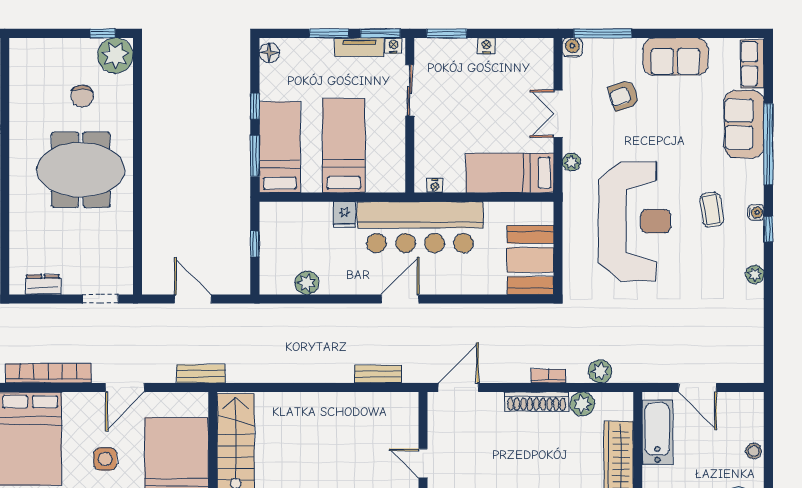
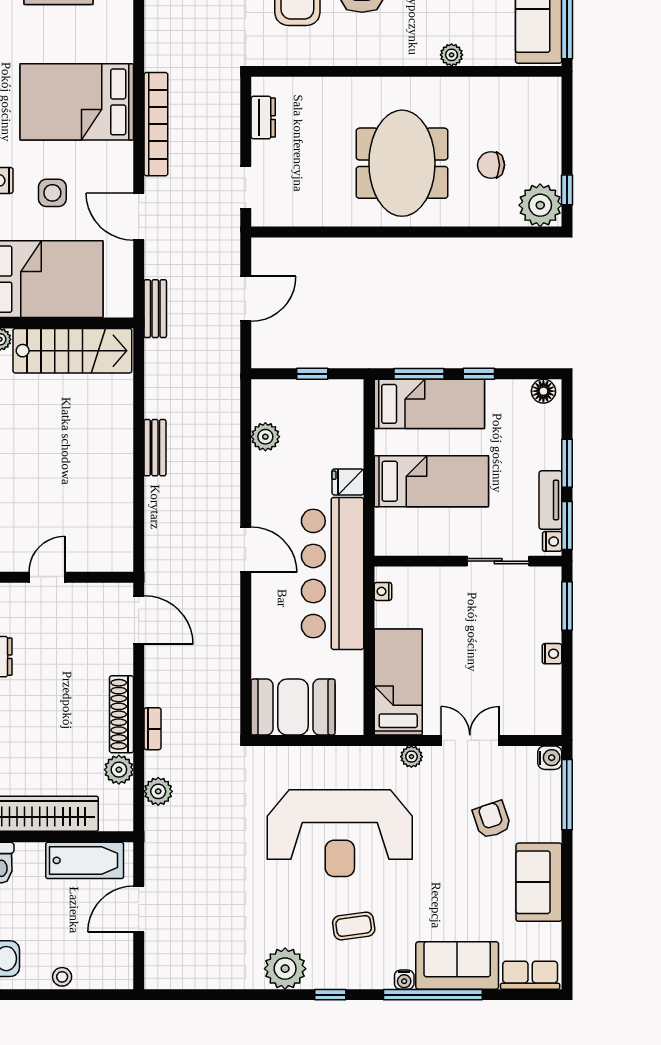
water cooler: (756, 212) -> (404, 980), moved
plant: (755, 274) -> (285, 969), width x1.88, depth x1.88
bench: (378, 374) -> (155, 448), moved

